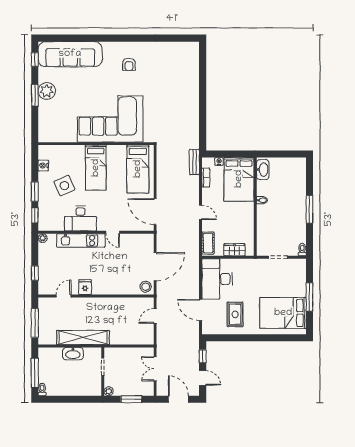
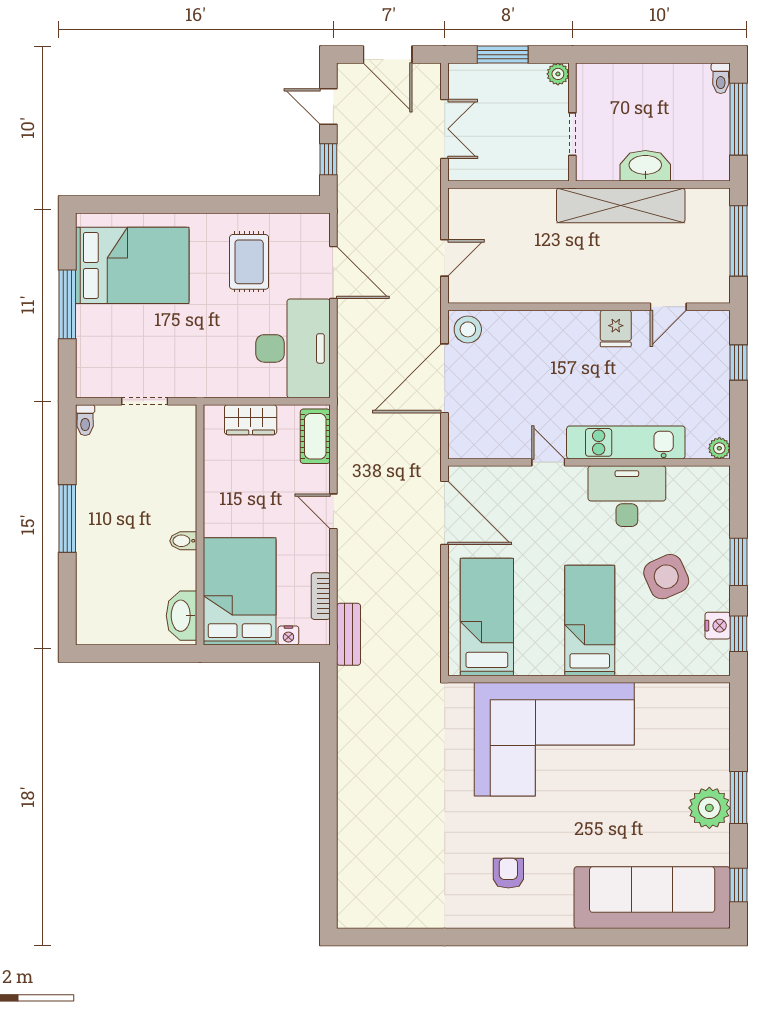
window: (35, 215) -> (738, 634), moved

